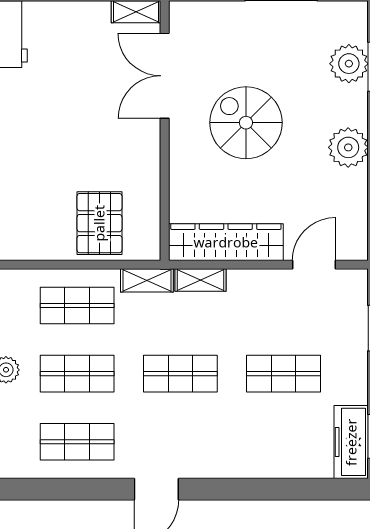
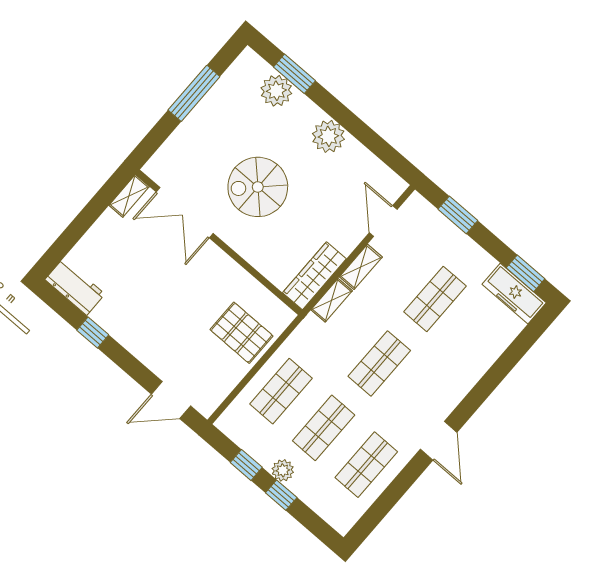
wardrobe: (226, 242) -> (314, 276), width x0.71, depth x0.85
shelving: (147, 280) -> (361, 267), moved

